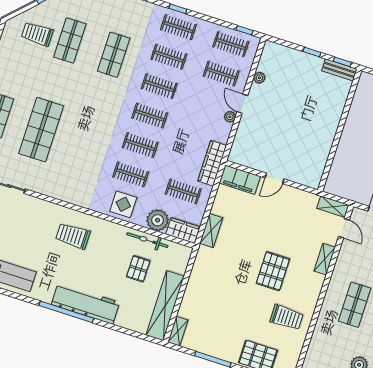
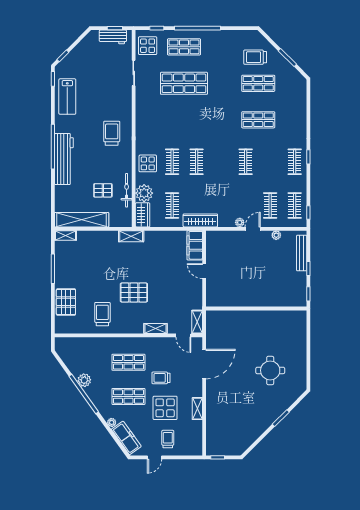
trolley: (37, 34) -> (255, 57), turned -90
clothes rail: (169, 57) -> (270, 162), removed
bench: (339, 70) -> (302, 253), moved, width x1.36
clothes rail: (150, 116) -> (221, 162), removed
door: (344, 228) -> (183, 335), hinge flipped
shelving: (211, 231) -> (131, 236), moved
trolley: (287, 317) -> (102, 314), turned 180

